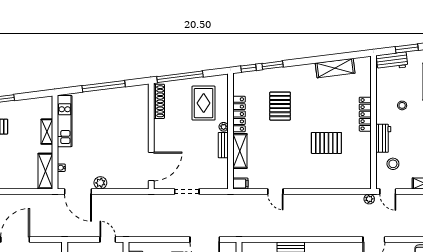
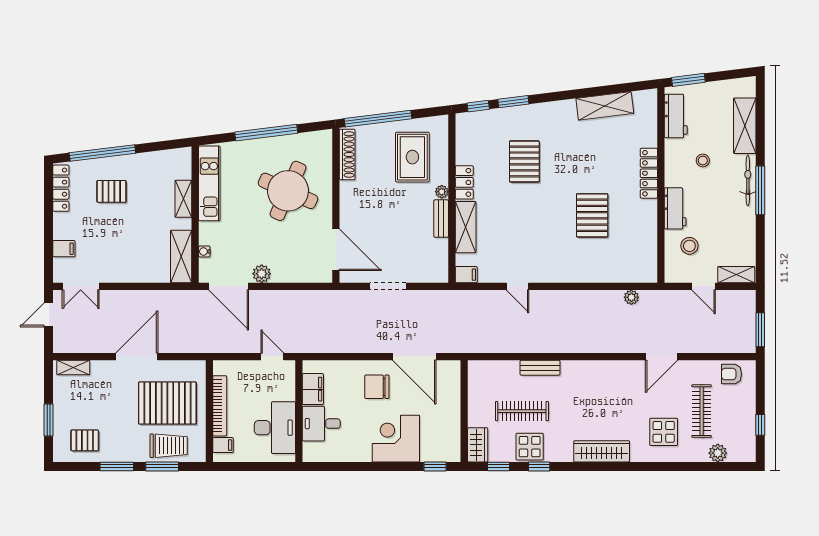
window: (407, 48) -> (688, 80), moved
workbench: (392, 61) -> (676, 116), moved, turned -83
locker: (239, 114) -> (464, 182), width x0.66
round table: (118, 126) -> (288, 191), added
pallet: (326, 143) -> (592, 215), turned 90
door: (151, 166) -> (336, 250), hinge flipped
door: (388, 191) -> (703, 286), moved
plant: (369, 199) -> (631, 297), moved

